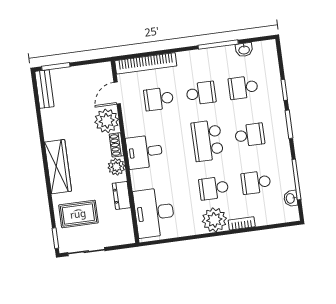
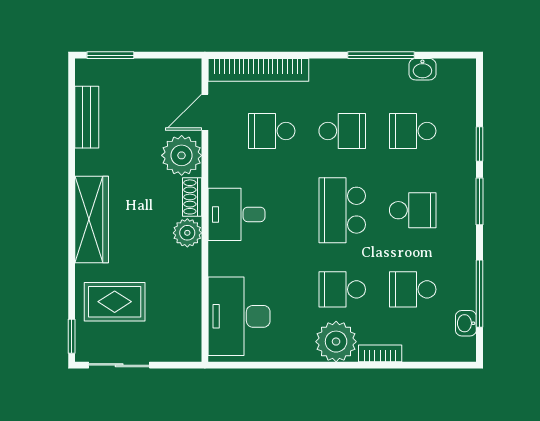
bench: (44, 89) -> (87, 117), moved
dresser: (121, 195) -> (189, 281), removed

